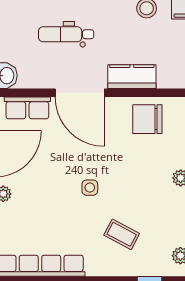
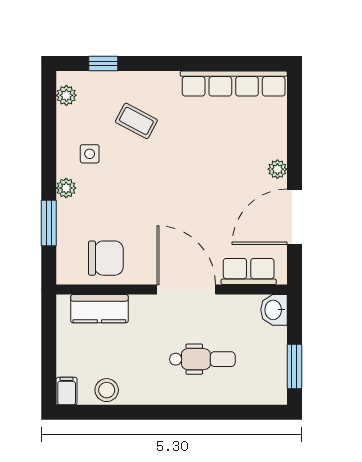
kitchen counter: (132, 77) -> (99, 309), moved
side table: (90, 188) -> (90, 154), moved

